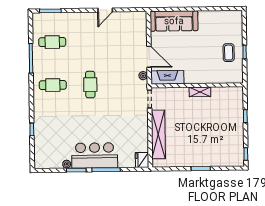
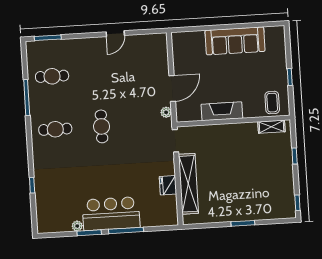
sofa: (174, 21) -> (235, 41), moved
coffee table: (229, 53) -> (272, 103), moved
door: (149, 57) -> (172, 89), hinge flipped
fireplace: (167, 77) -> (222, 111), moved
shelving: (200, 92) -> (271, 127), moved
fridge: (142, 160) -> (168, 185), moved

